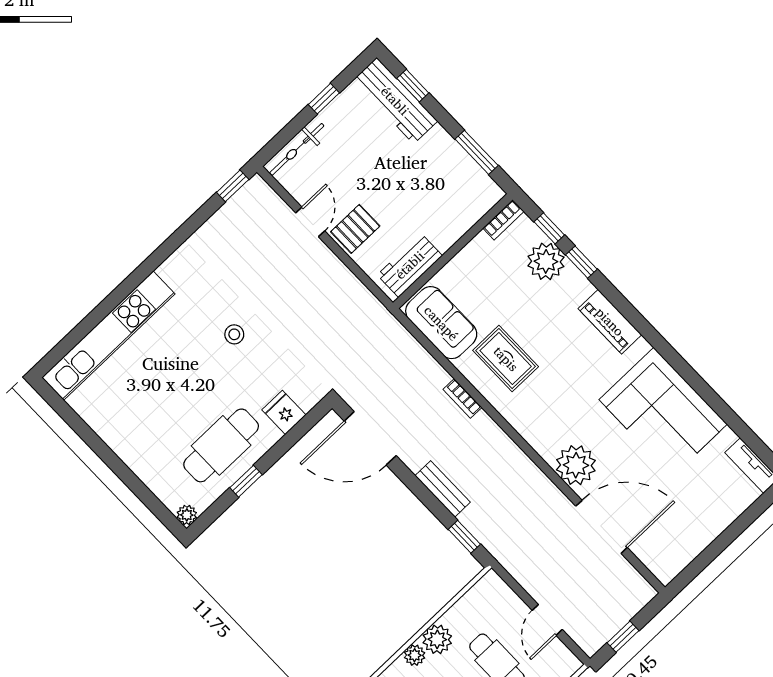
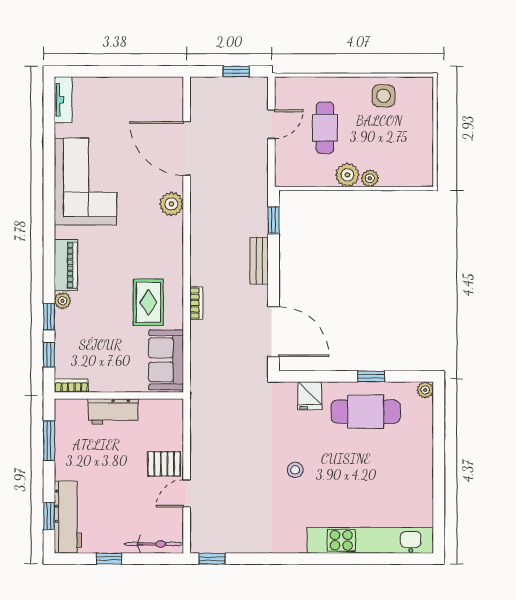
plant: (546, 261) -> (62, 301), moved, width x0.53, depth x0.53
workbench: (410, 265) -> (113, 412), moved
plant: (576, 465) -> (171, 204), width x0.73, depth x0.73

